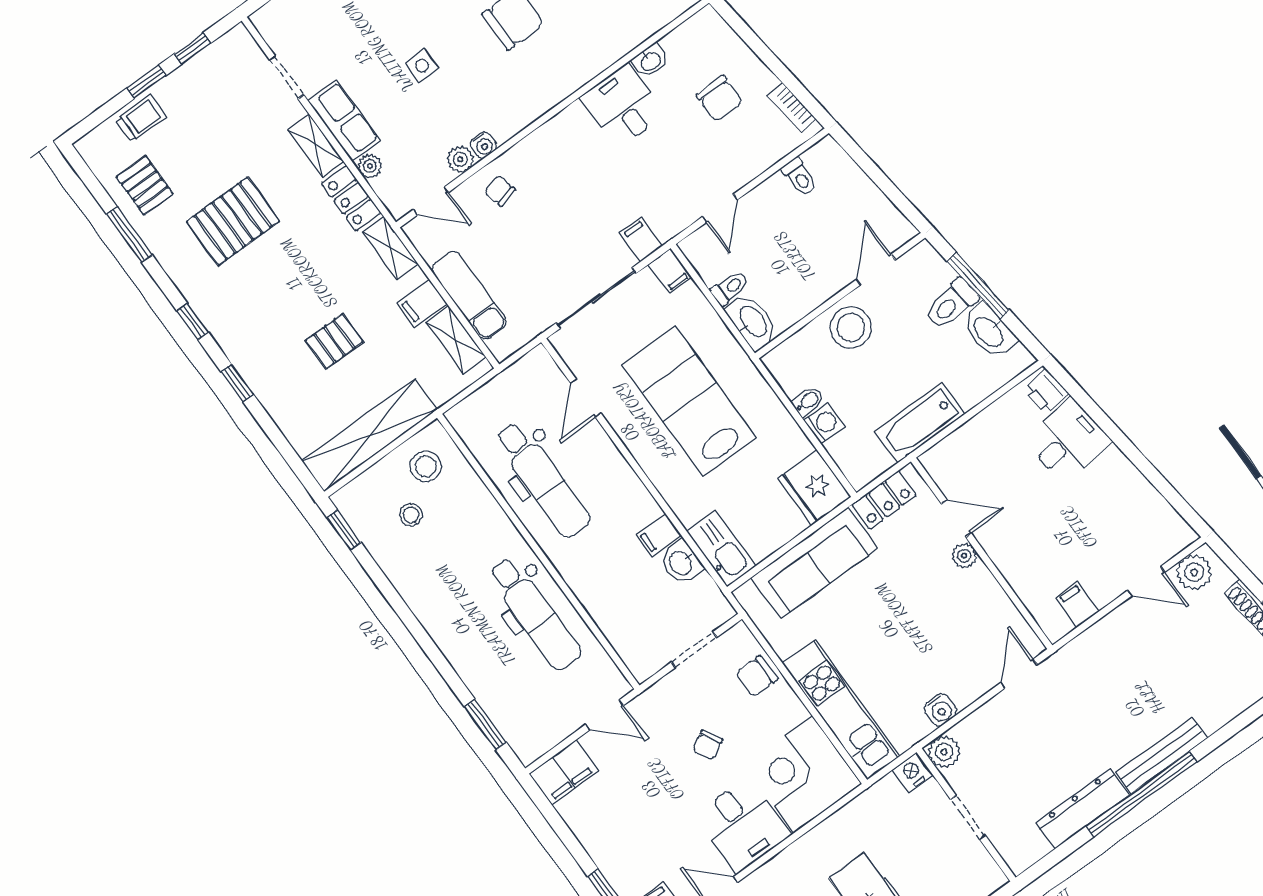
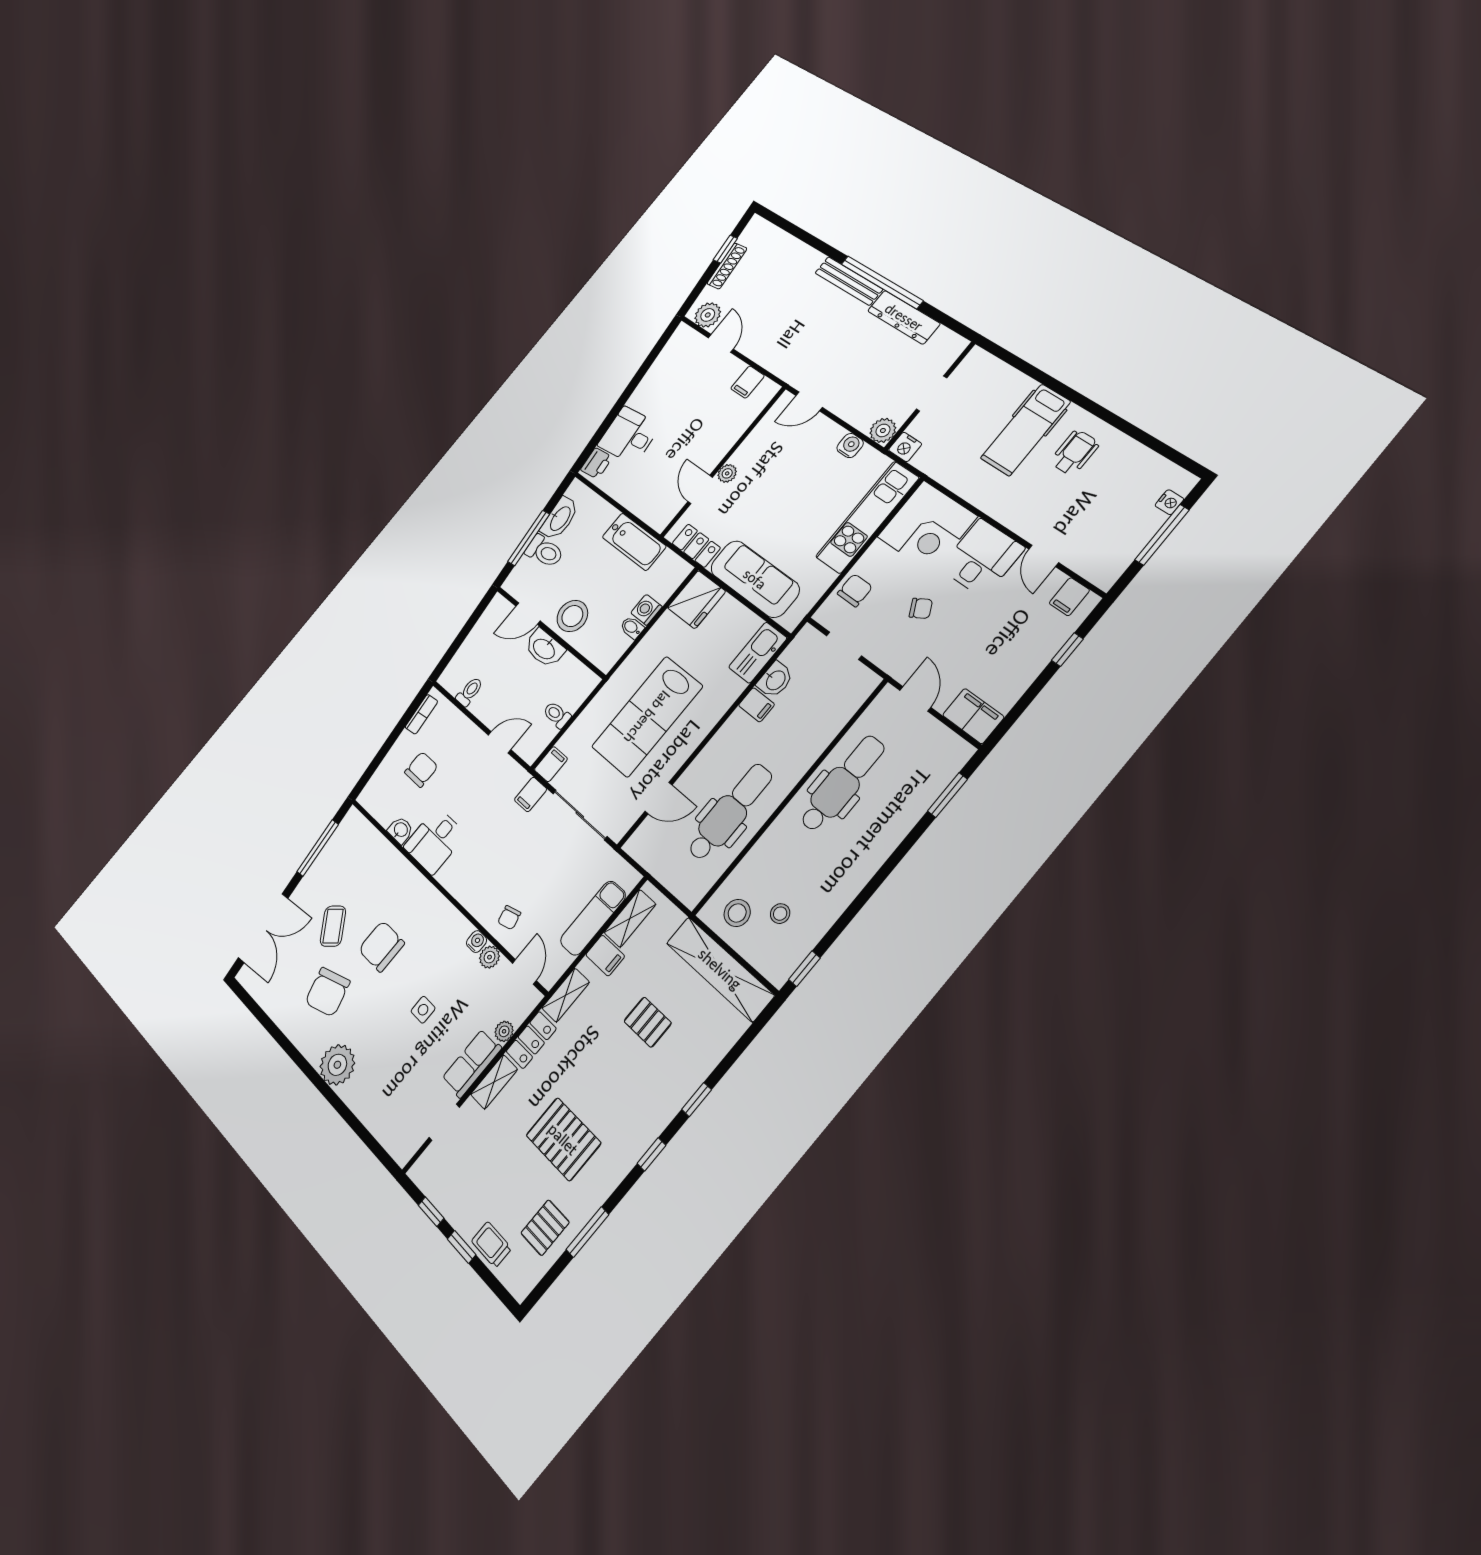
washbasin: (752, 322) -> (544, 648), moved, turned -90
chair: (757, 676) -> (855, 590), turned -90

